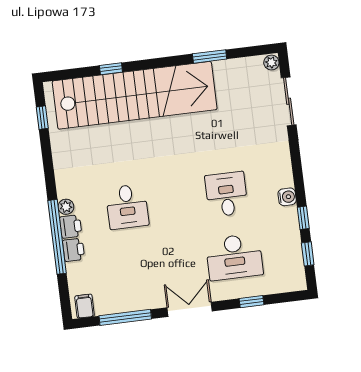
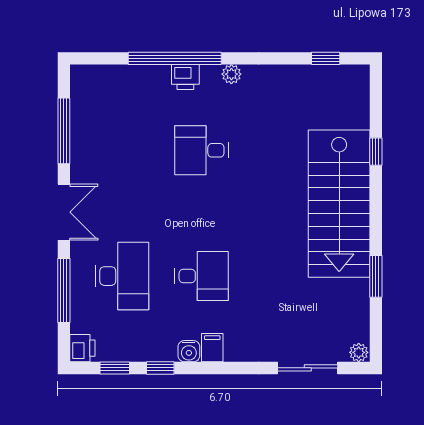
stairs: (135, 95) -> (339, 204), width x0.73
plant: (66, 207) -> (231, 74), moved
printer: (74, 250) -> (82, 348), moved, turned -90
desk: (234, 257) -> (122, 276), turned 180
window: (251, 302) -> (64, 290), width x2.17
filing cabinet: (85, 306) -> (212, 348), moved, turned -90

